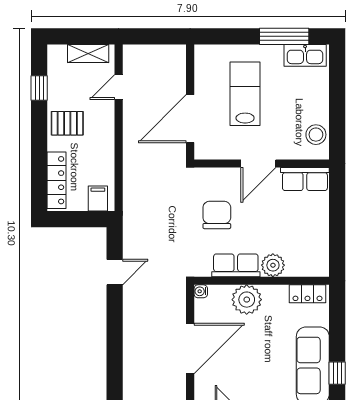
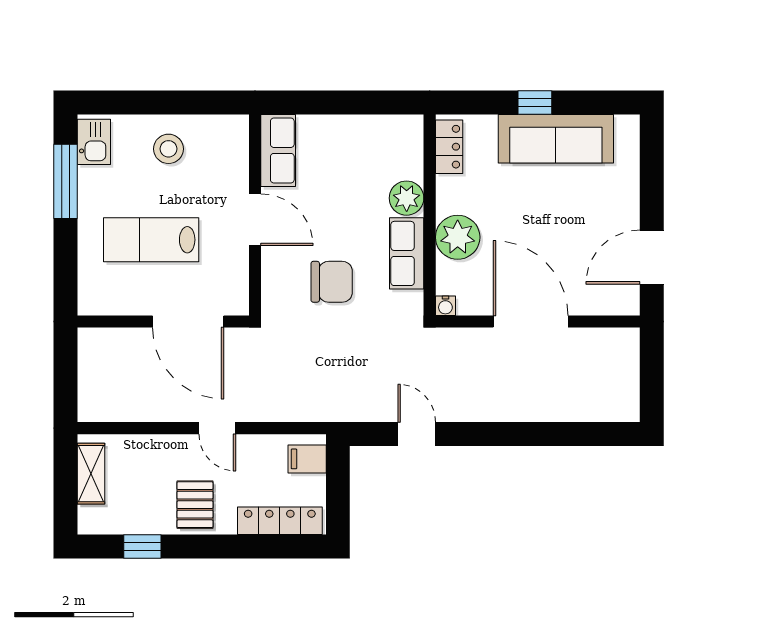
kitchen sink: (305, 55) -> (94, 142), width x0.73
door: (119, 87) -> (217, 428), moved
stool: (316, 135) -> (168, 149), moved
chair: (217, 215) -> (332, 282), turned 180
window: (337, 373) -> (535, 102), moved

